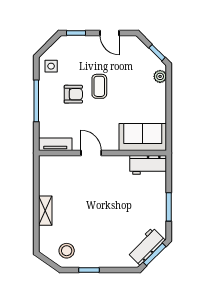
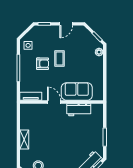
door: (110, 33) -> (66, 24), hinge flipped
sofa: (143, 137) -> (77, 92), moved
workbench: (148, 165) -> (79, 110), moved

